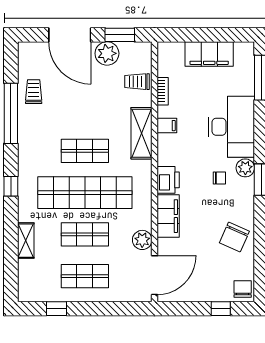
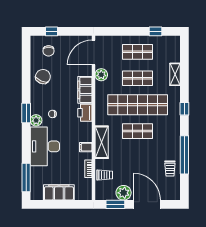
chair: (243, 289) -> (49, 51), moved

